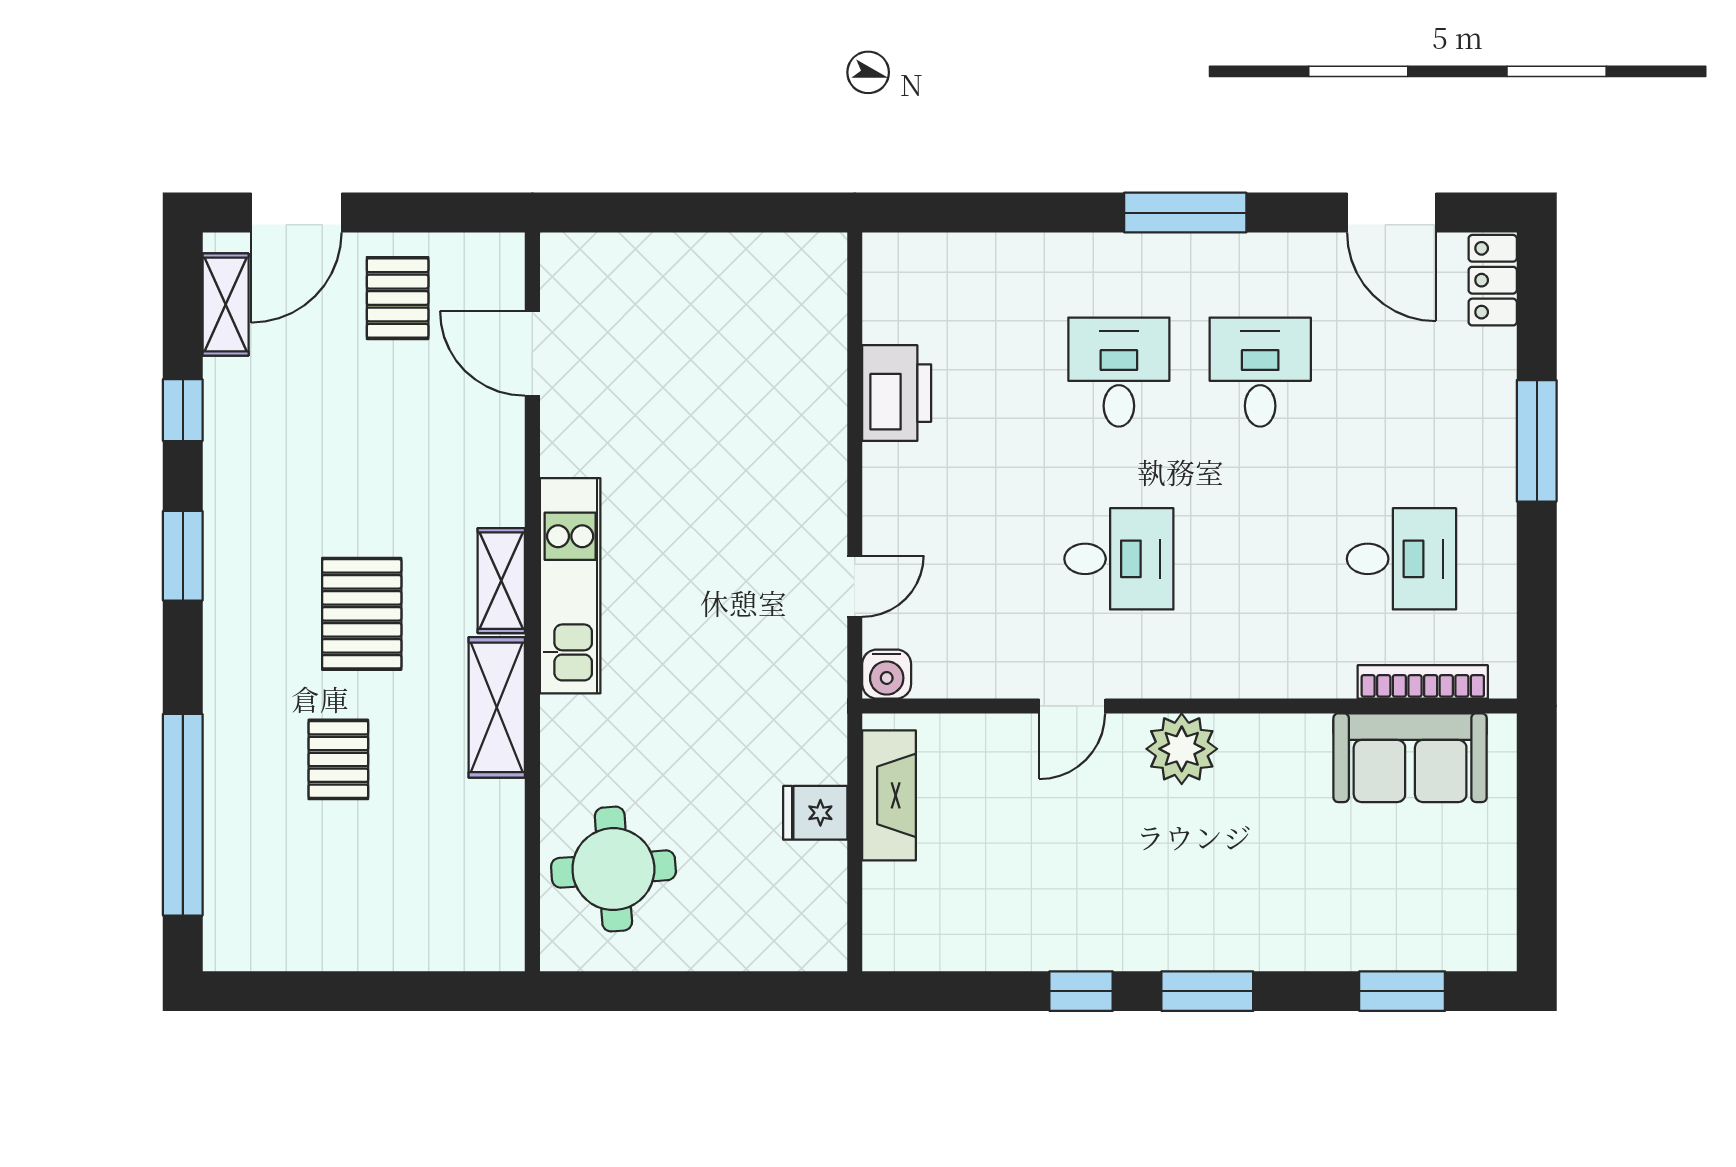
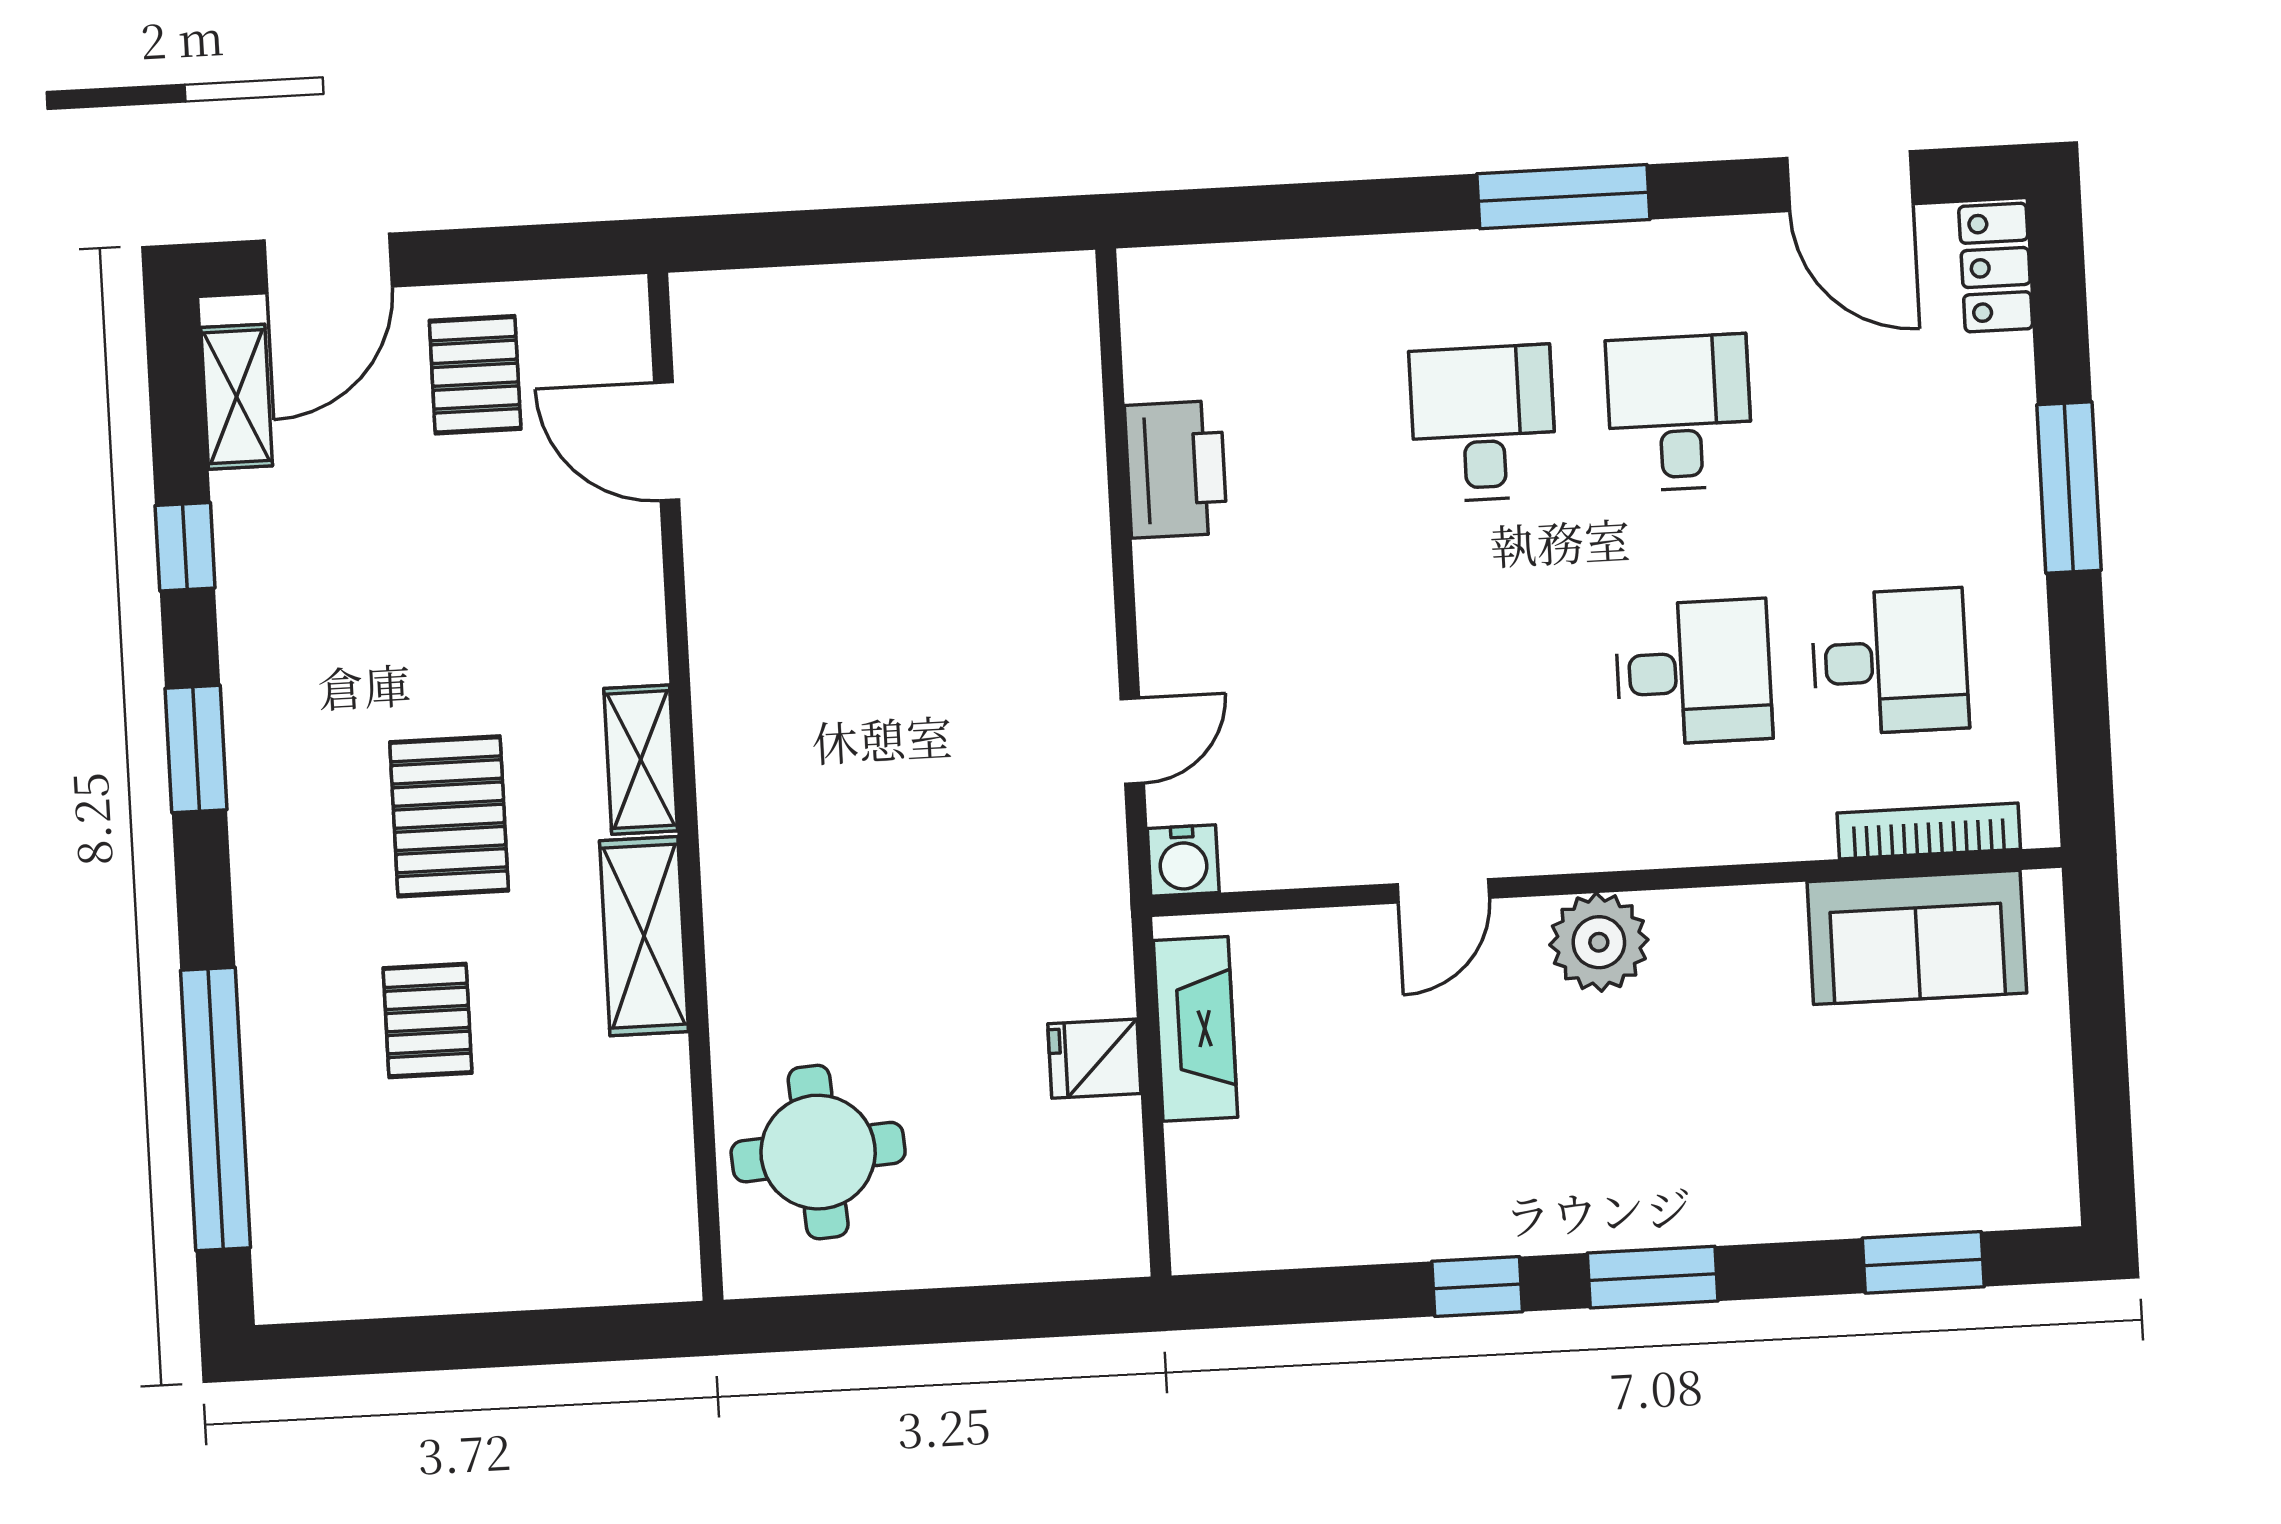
desk: (1119, 559) -> (1694, 672), moved
kitchen unit: (570, 586) -> (737, 762), removed

